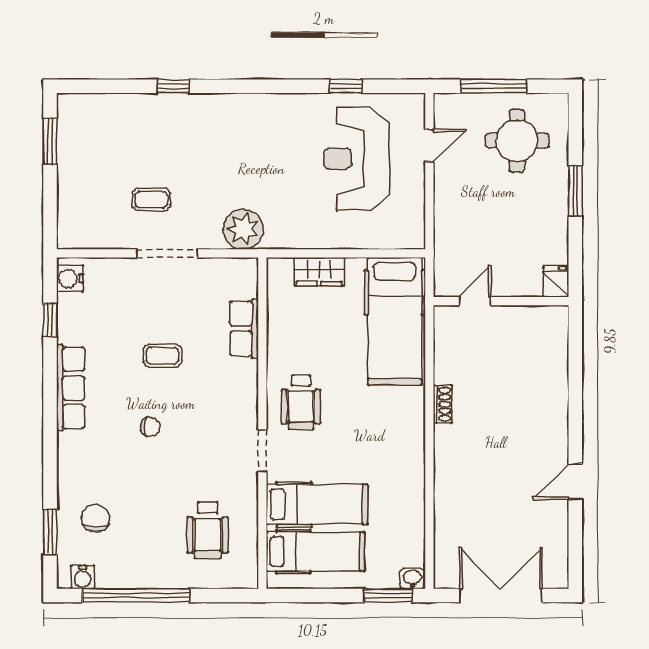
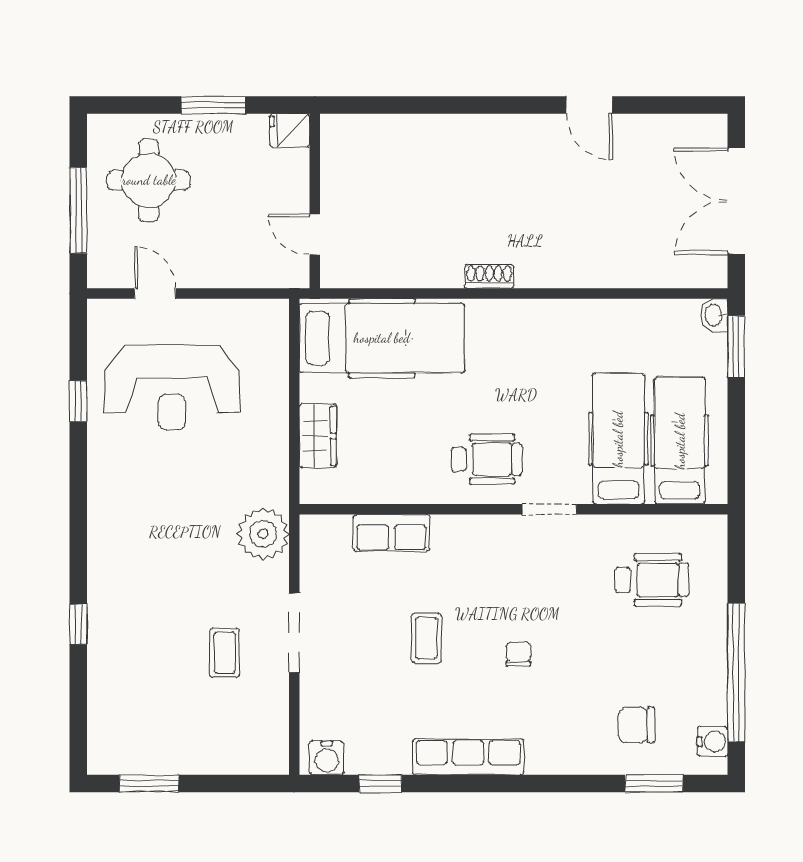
fridge: (556, 282) -> (290, 130), moved
door: (475, 301) -> (315, 234), moved
wall: (501, 301) -> (315, 201), moved

